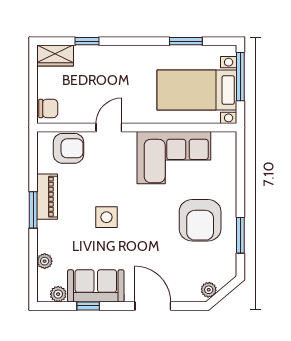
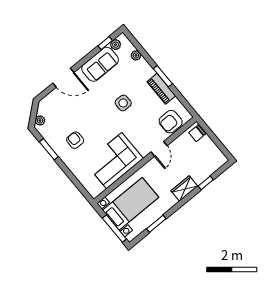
wardrobe: (55, 56) -> (184, 188), moved
armchair: (200, 220) -> (75, 140), width x0.53, depth x0.53
plant: (209, 290) -> (40, 121), moved
window: (88, 306) -> (105, 43), moved

